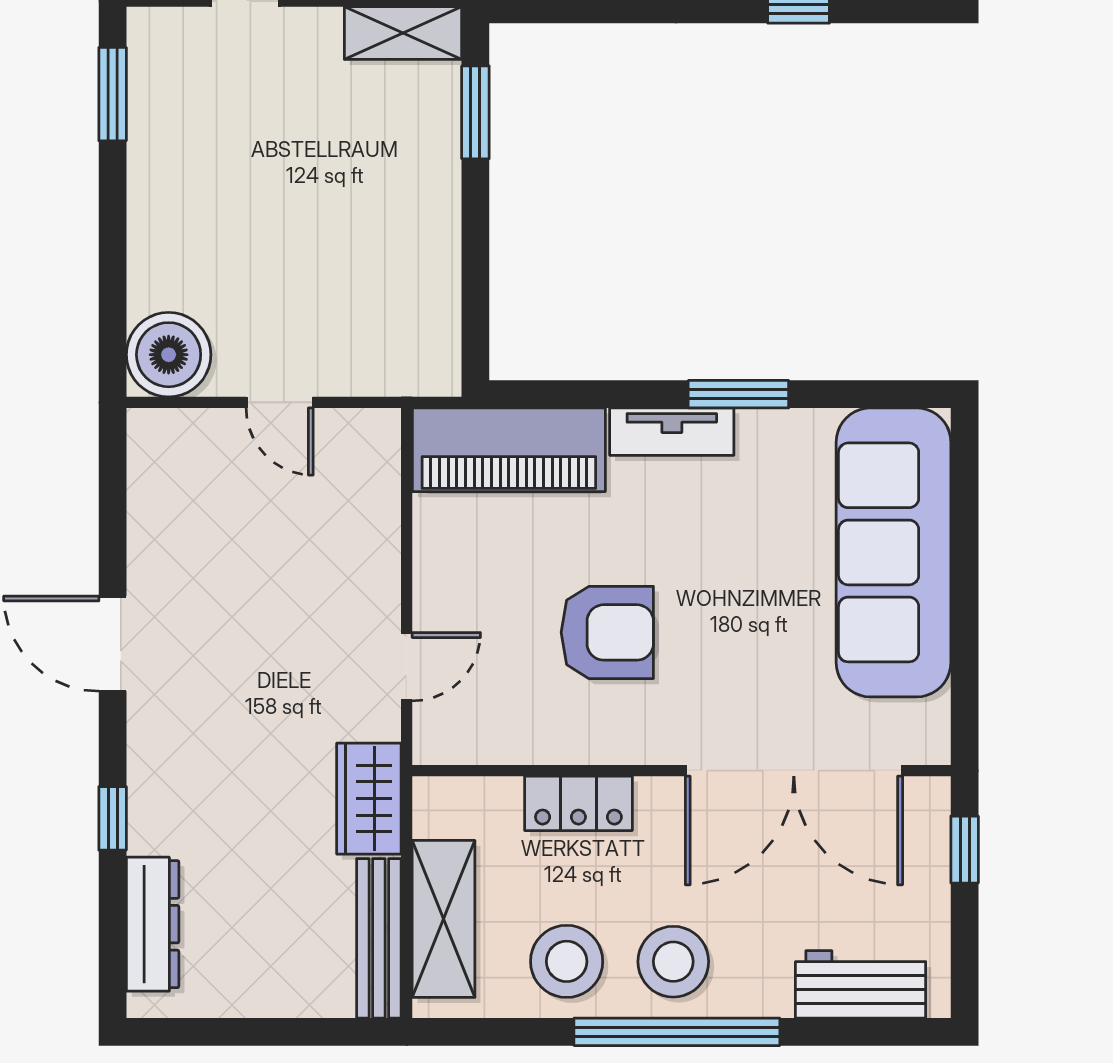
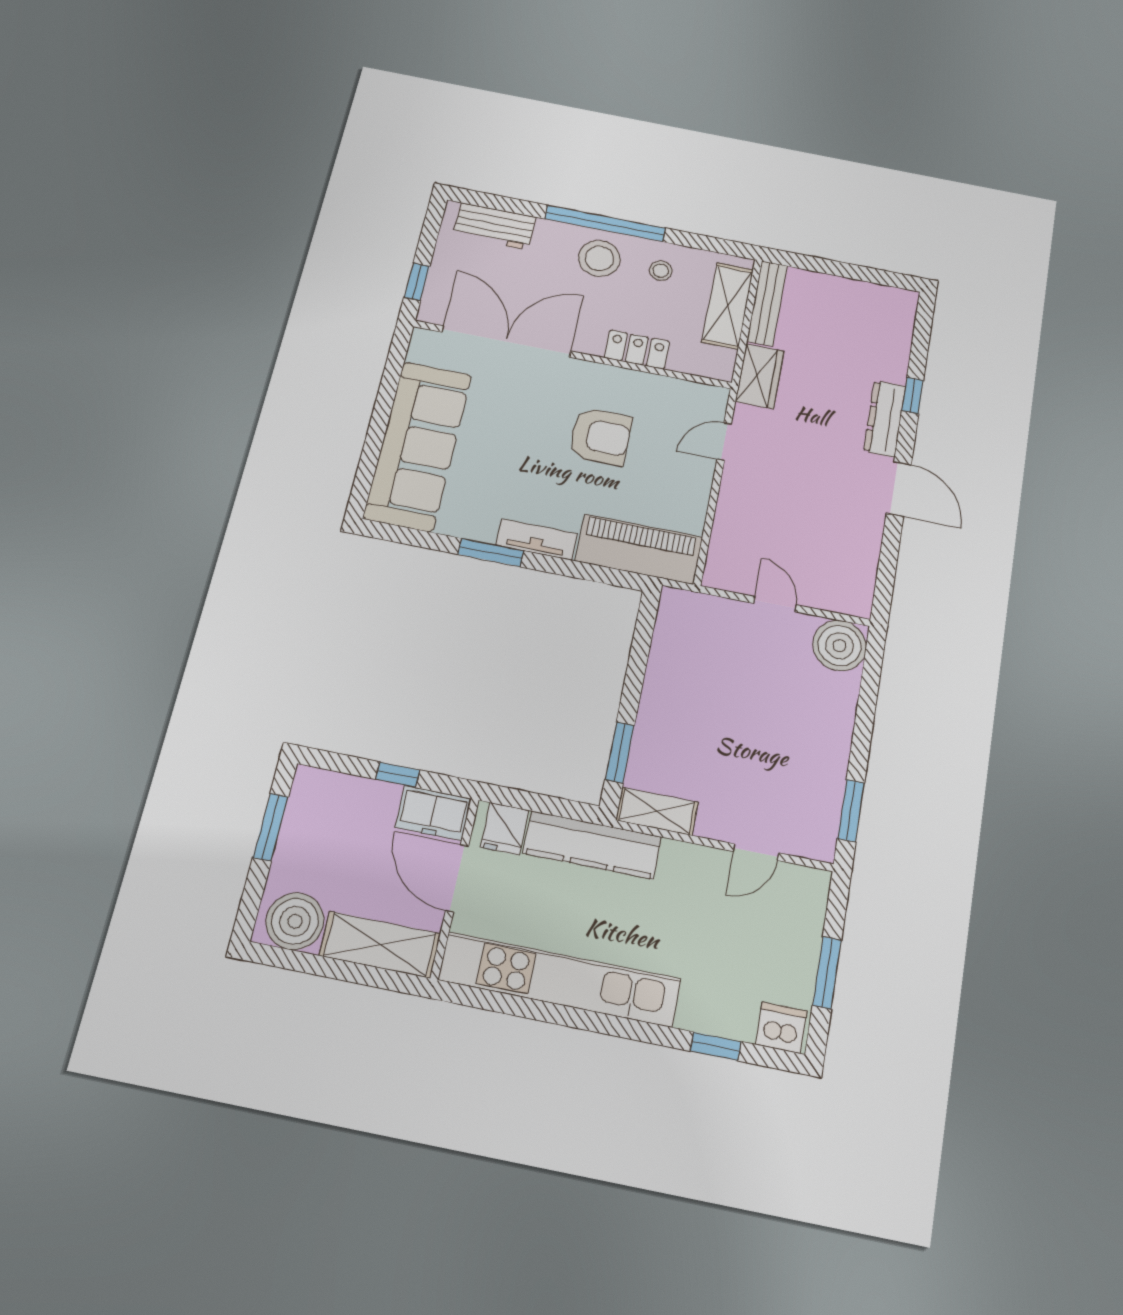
armchair: (607, 632) -> (600, 436), turned 180
dresser: (153, 924) -> (885, 419), moved
stool: (567, 961) -> (661, 271), width x0.53, depth x0.53

